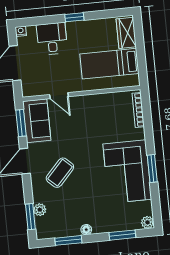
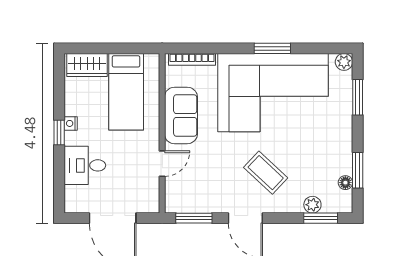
nightstand: (21, 31) -> (71, 123), moved
sofa: (37, 121) -> (181, 115), moved, turned 90
corner sofa: (127, 172) -> (273, 93), width x1.36, depth x1.36
floor lamp: (86, 230) -> (345, 183), moved

